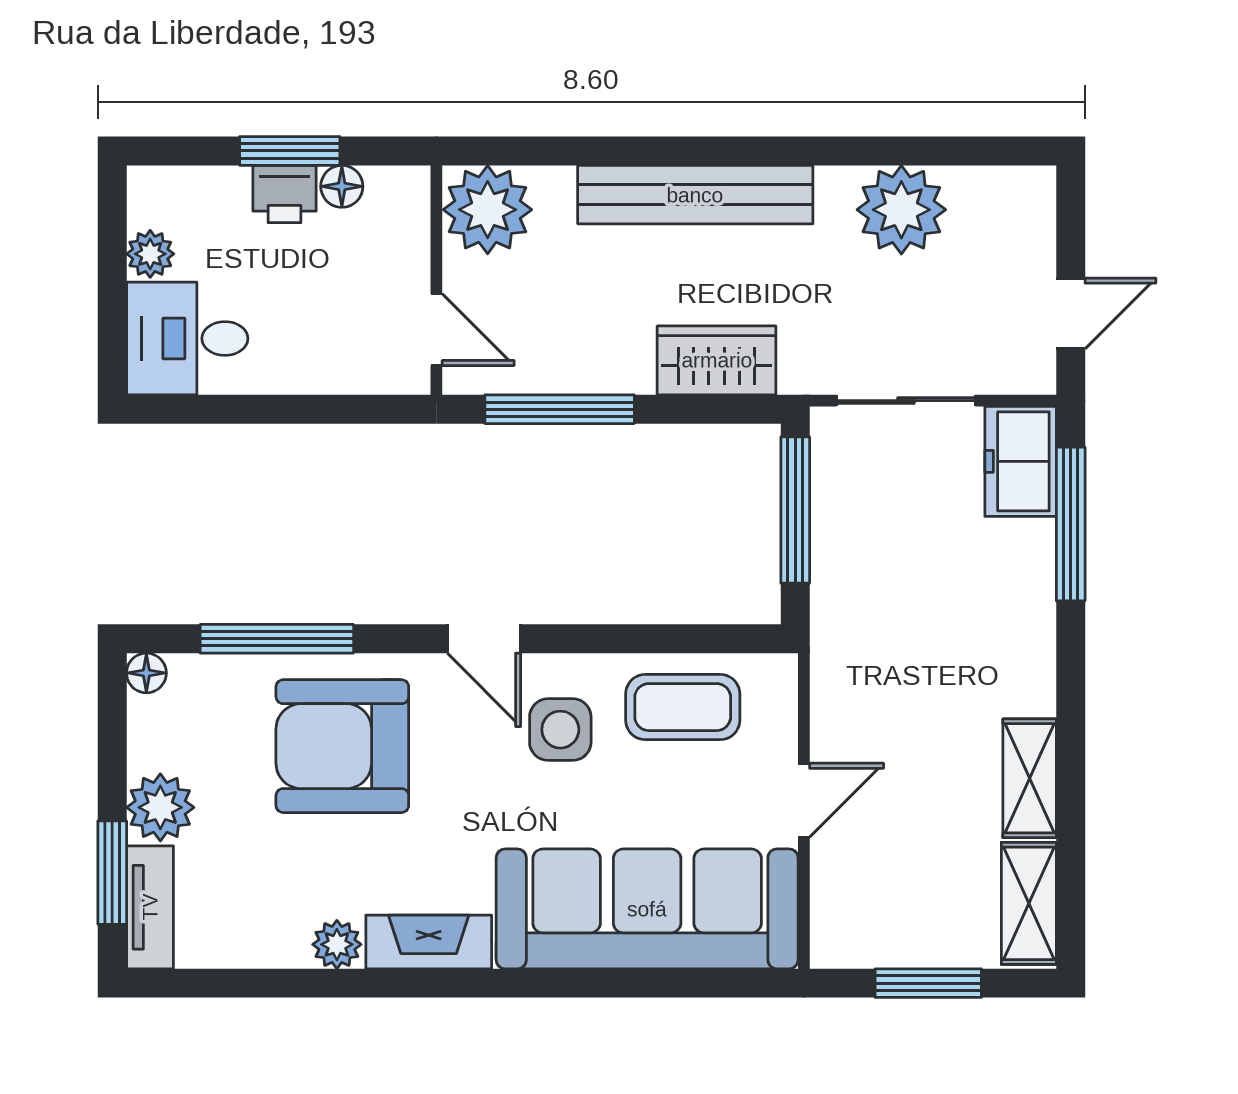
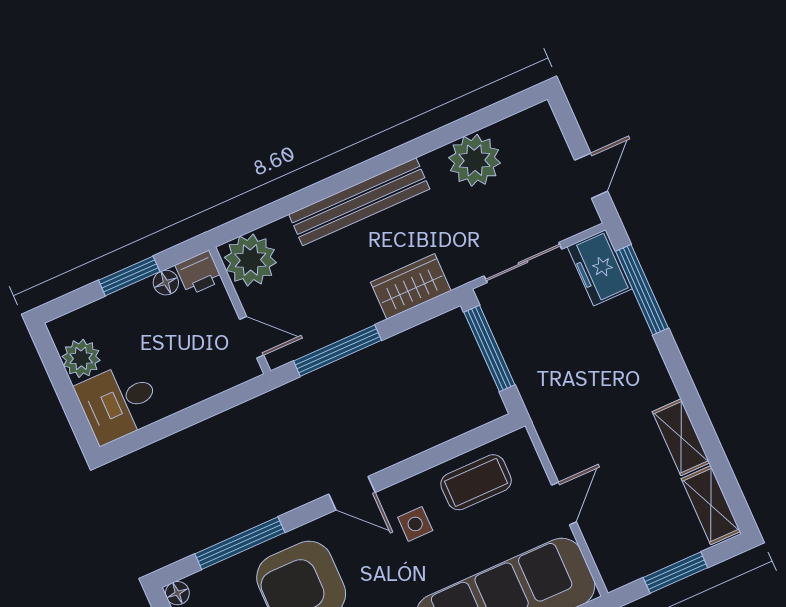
printer: (285, 194) -> (199, 273), moved
plant: (150, 254) -> (81, 358), width x1.38, depth x1.38
side table: (560, 730) -> (415, 524), width x0.73, depth x0.73

